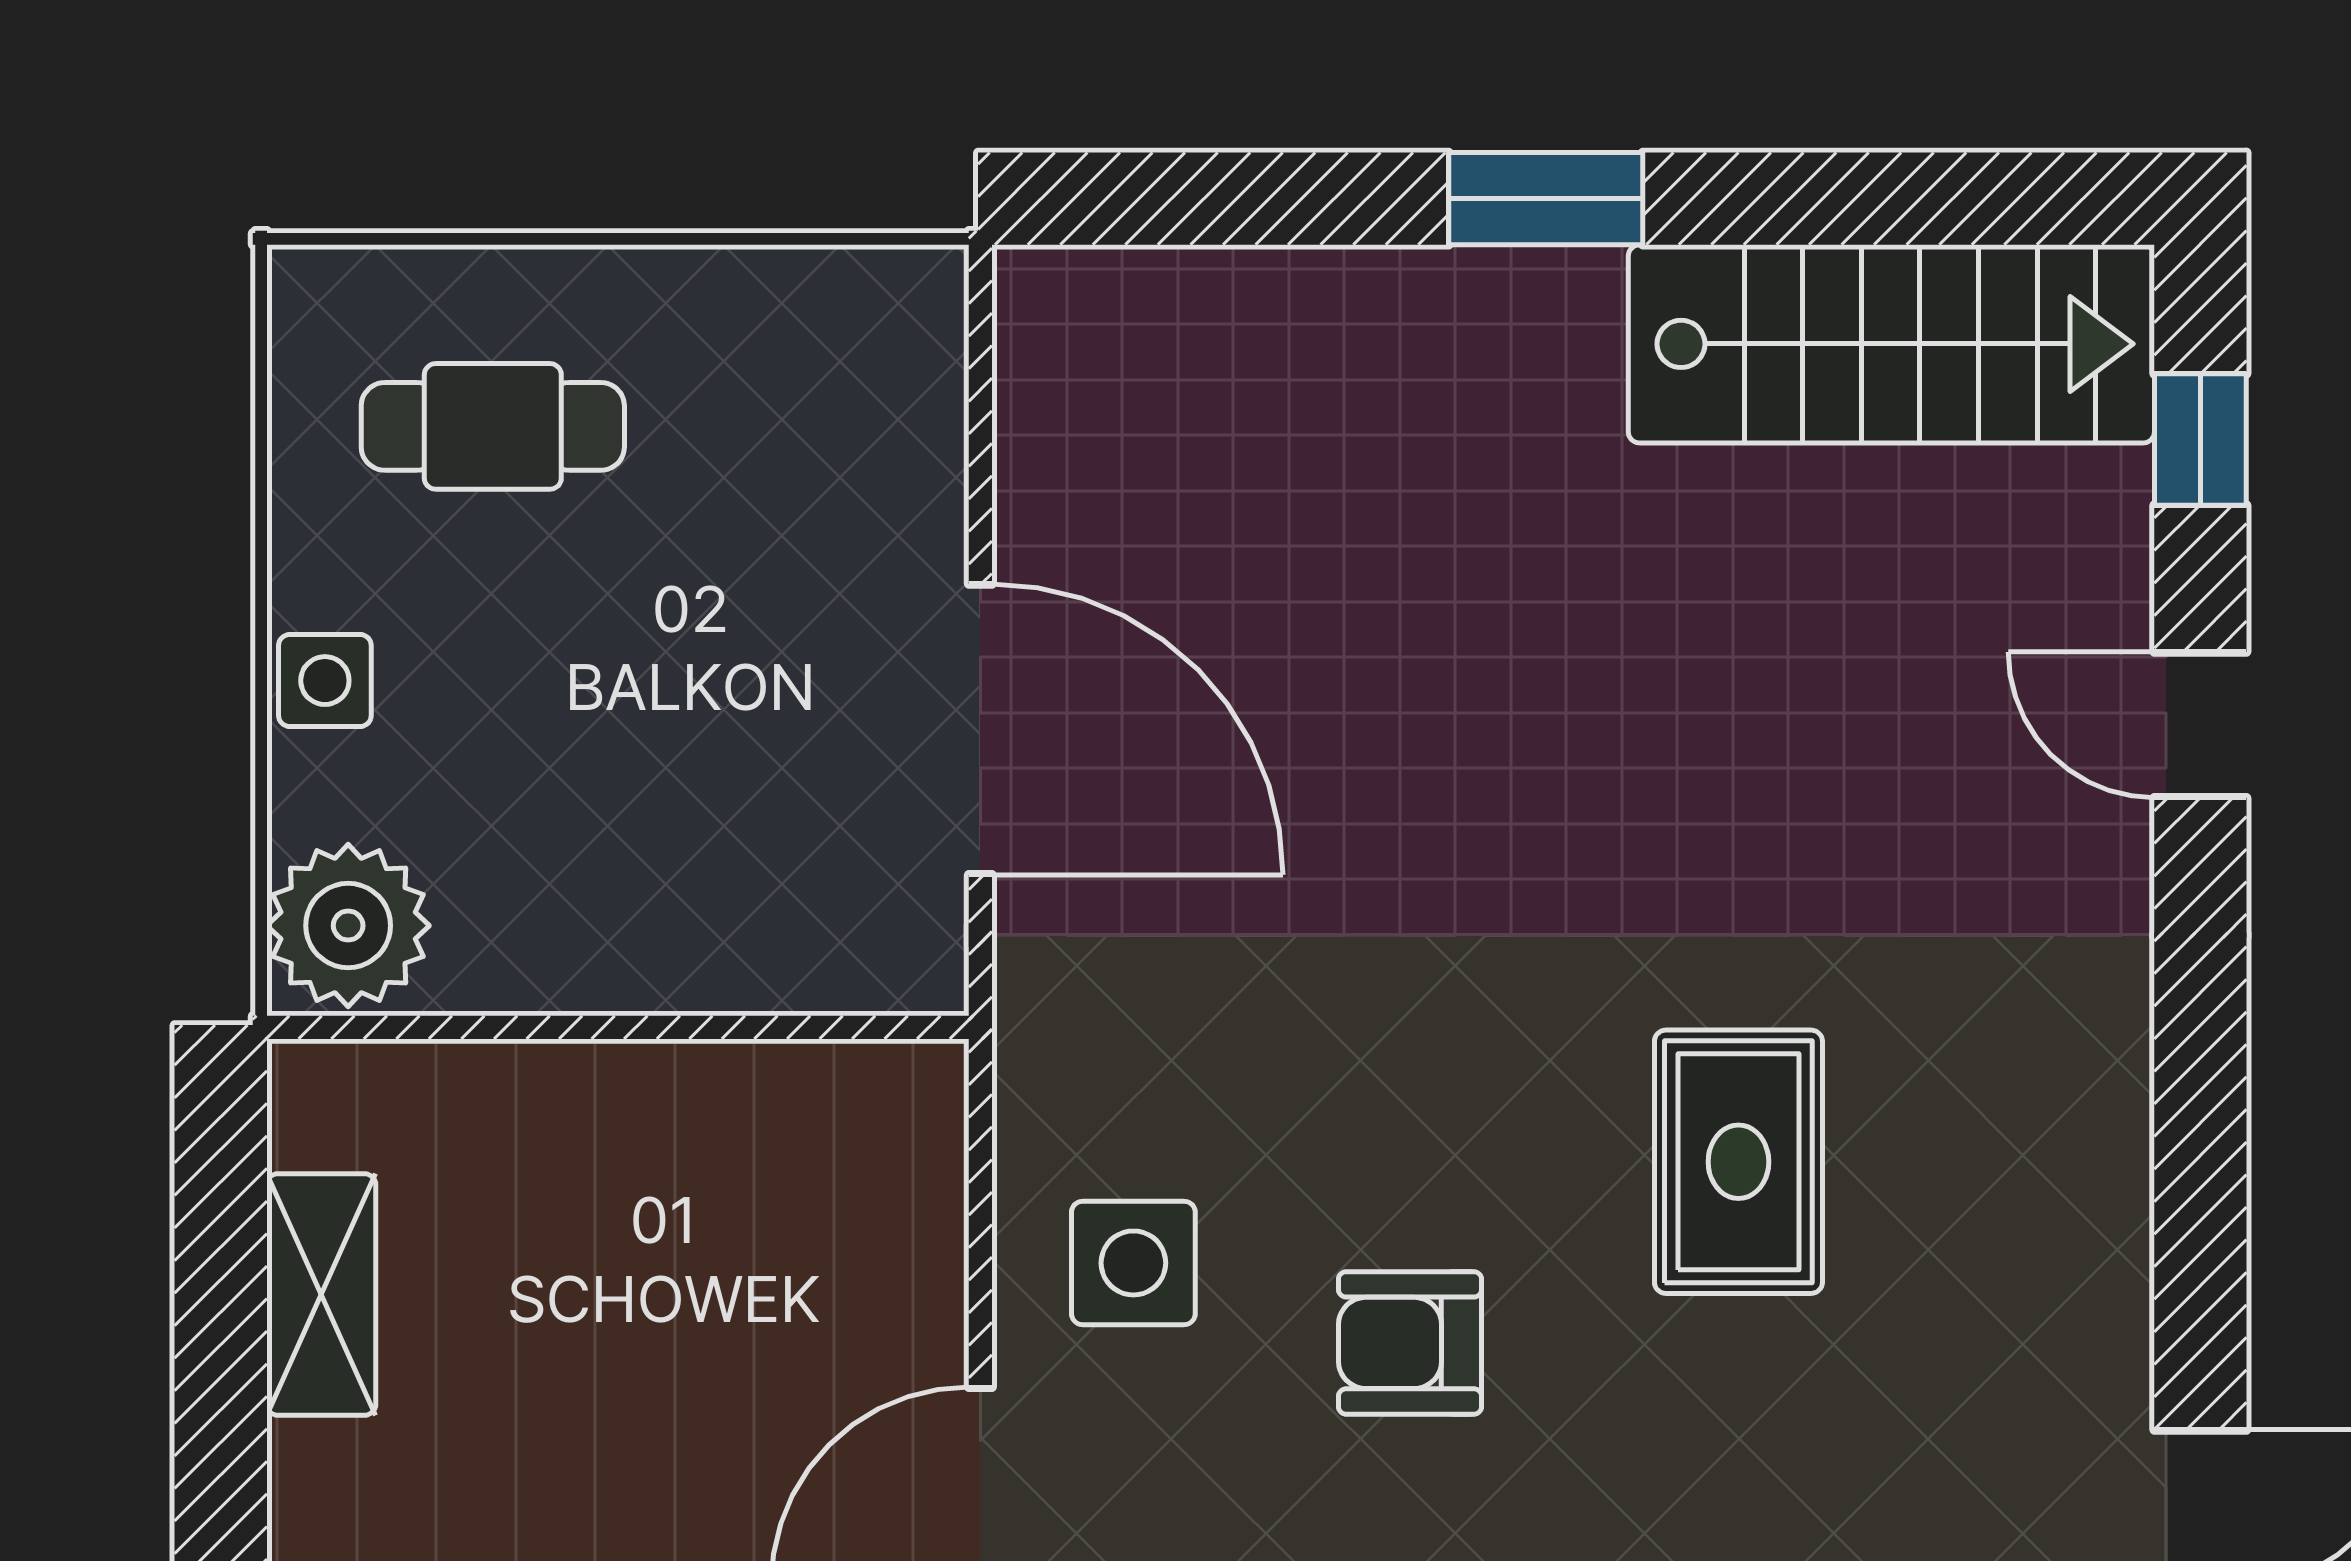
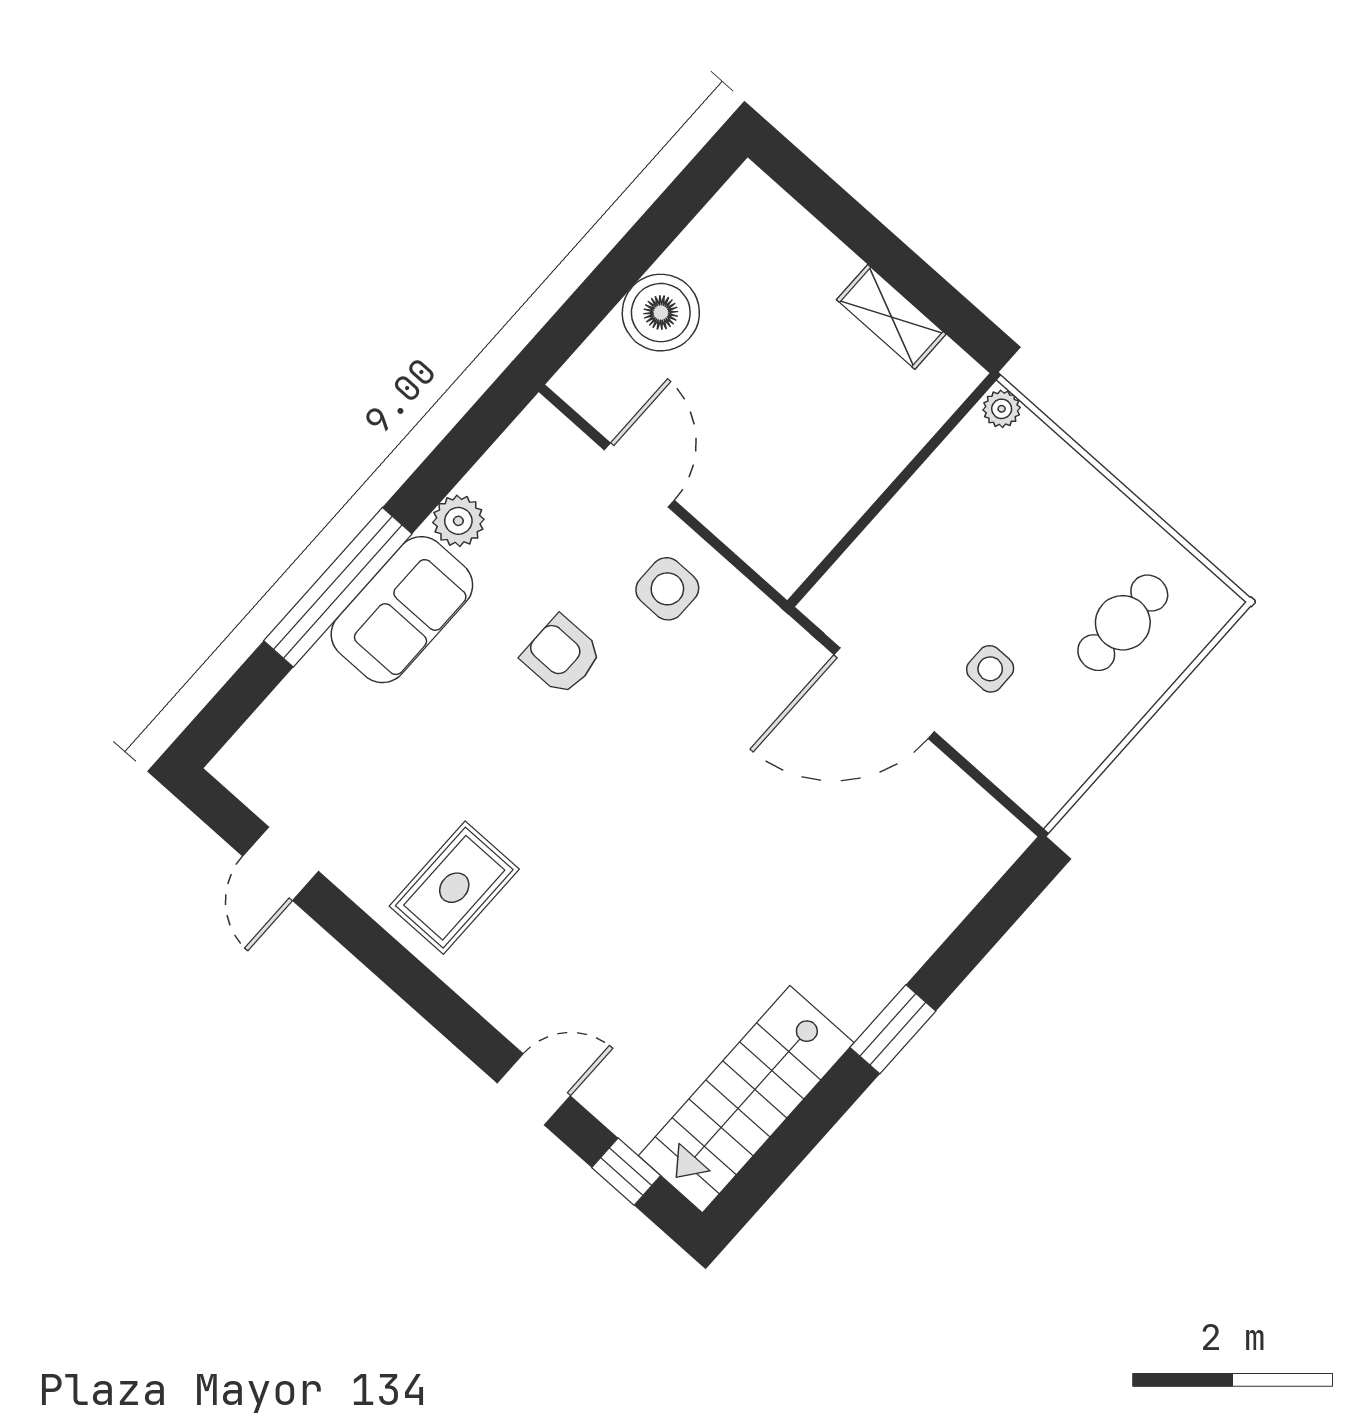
side table: (325, 681) -> (990, 669), moved
plant: (348, 926) -> (1002, 409), width x0.53, depth x0.53
rug: (1738, 1162) -> (454, 888), moved, turned 90
armchair: (1410, 1343) -> (562, 655), turned -90

